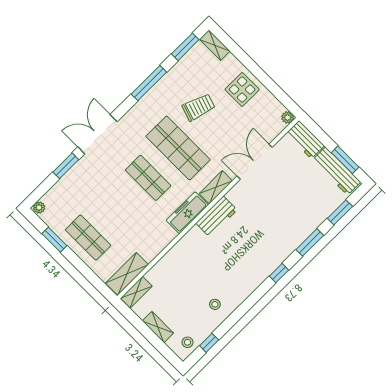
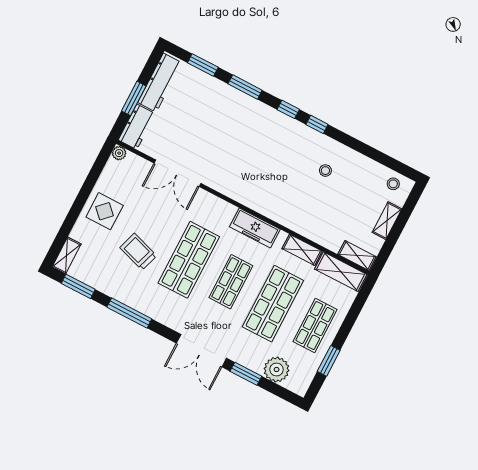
window: (345, 160) -> (134, 98), moved
shelving: (216, 187) -> (302, 250), moved
plant: (39, 207) -> (277, 370), moved, width x1.88, depth x1.88
shop shelf: (118, 208) -> (273, 304), added
workbench: (216, 217) -> (249, 195), removed
stool: (215, 304) -> (325, 171), moved
window: (209, 343) -> (317, 124), moved

